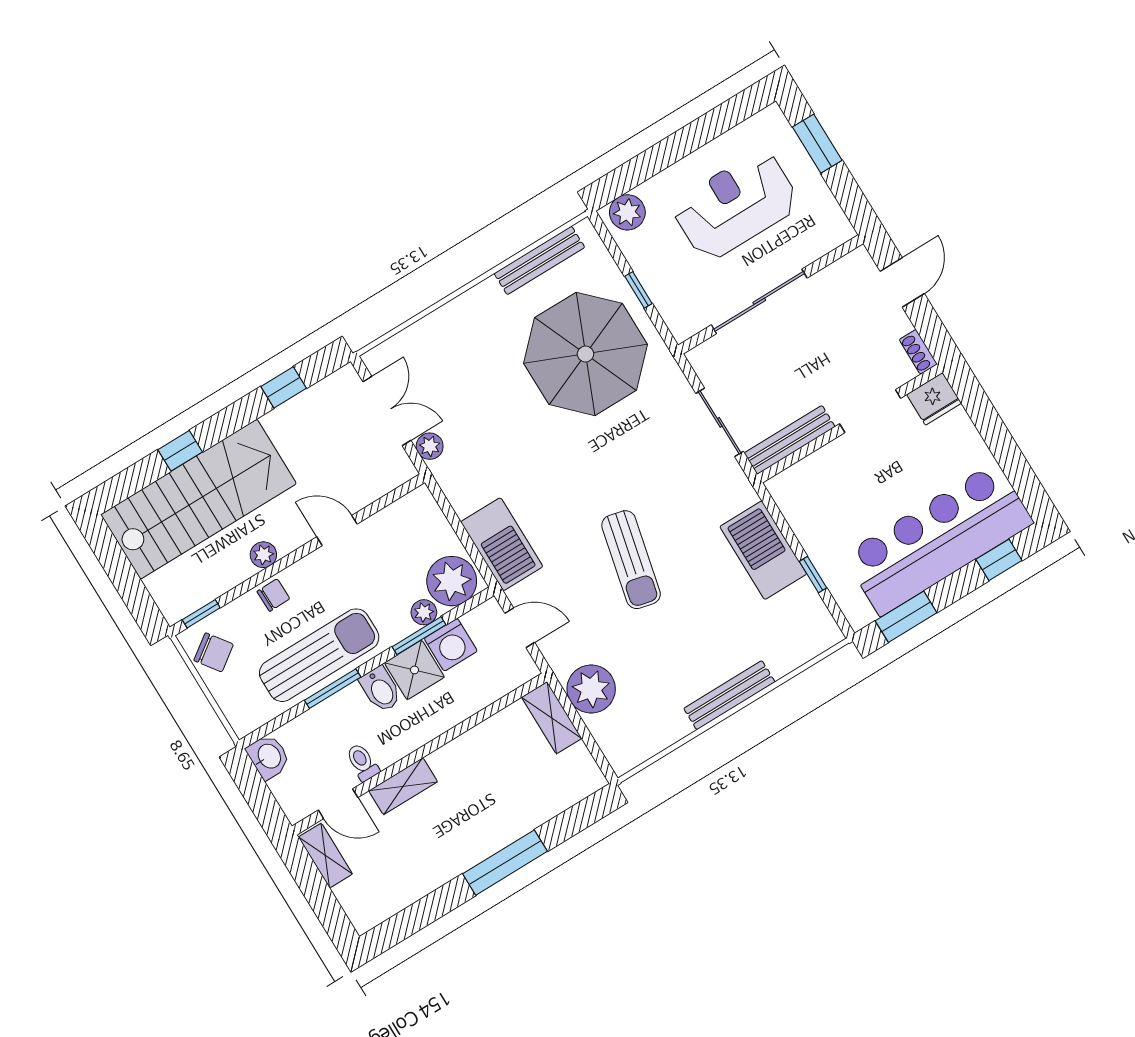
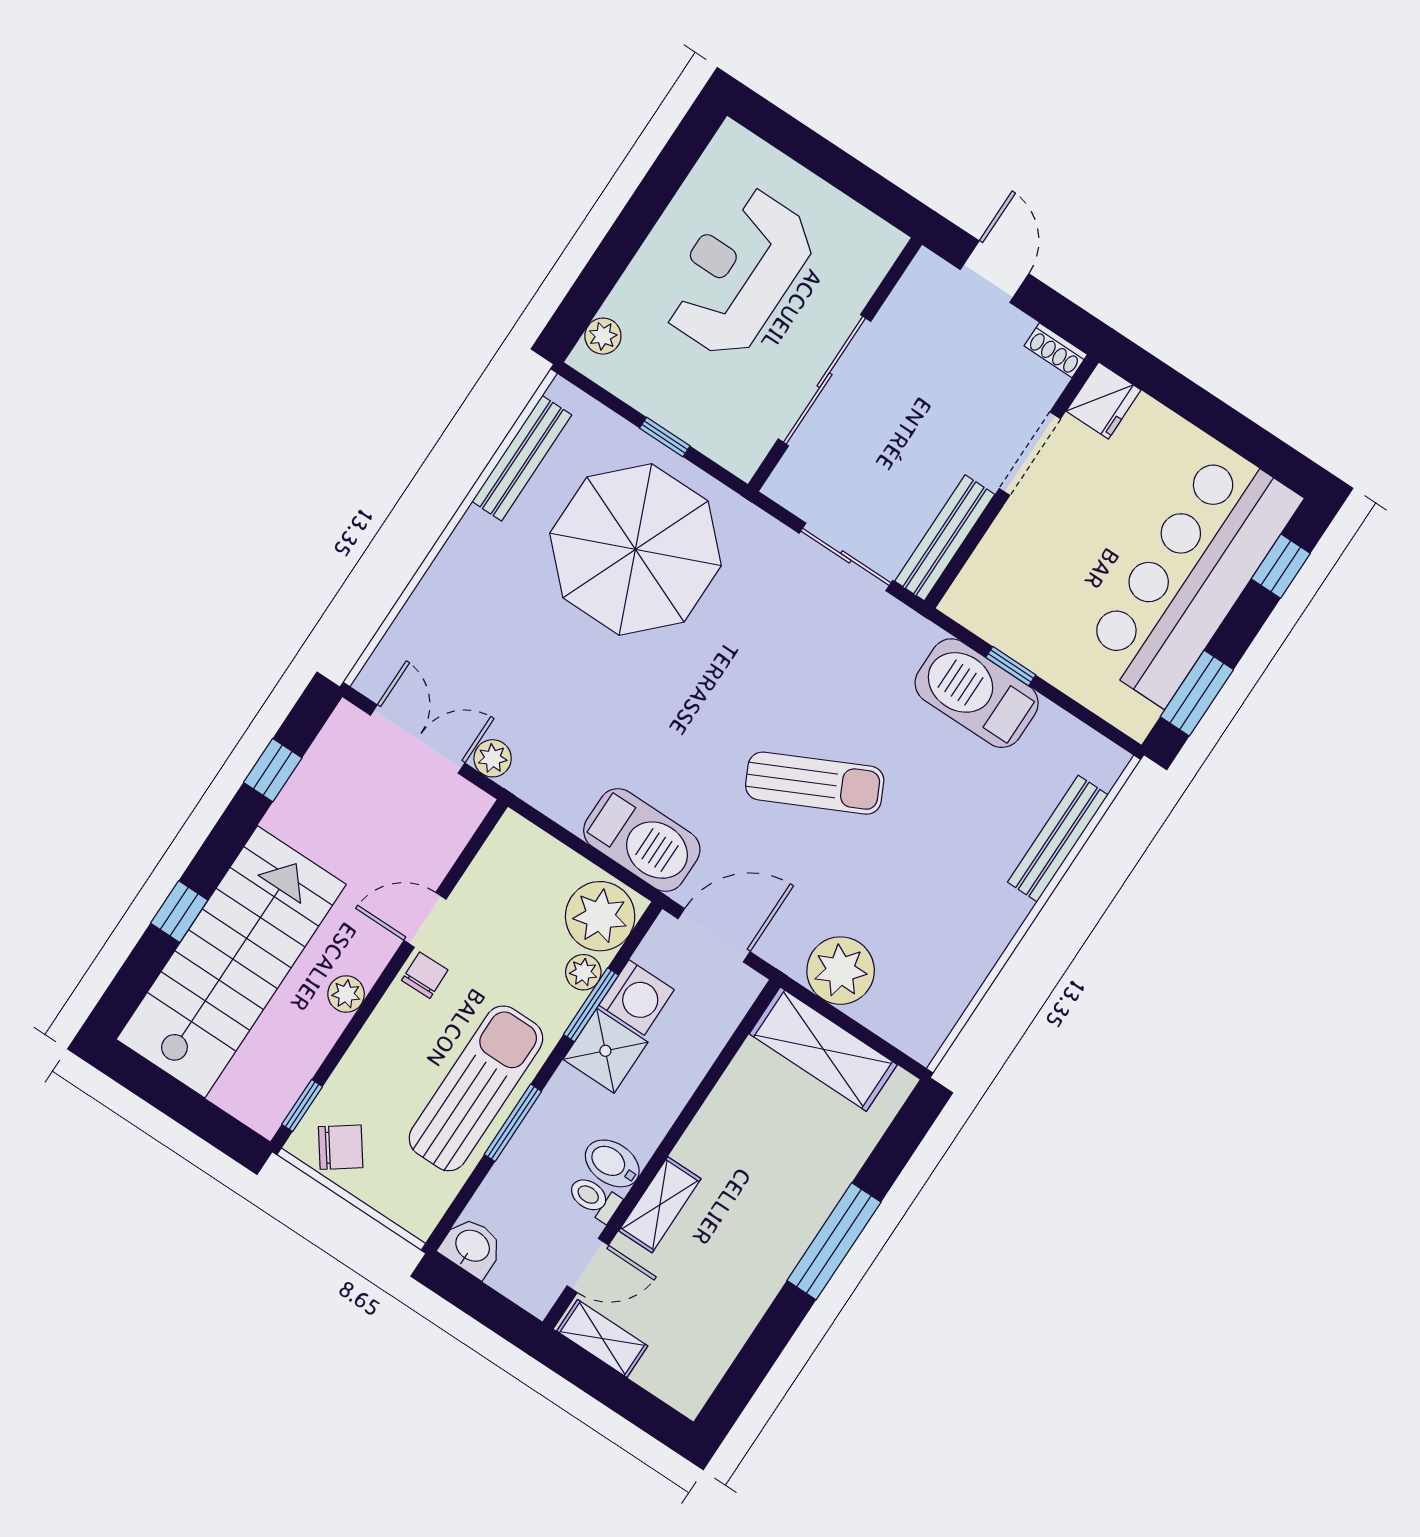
window: (817, 144) -> (805, 146), removed
plant: (627, 212) -> (603, 336), width x0.73, depth x0.73
sun lounger: (631, 560) -> (815, 783), turned -39
window: (813, 575) -> (1011, 666), moved
chair: (273, 595) -> (425, 975), moved
door: (520, 628) -> (714, 935), width x1.37
bidet: (381, 689) -> (612, 1163), moved, turned 180
bench: (729, 695) -> (1058, 839), moved
shelving: (552, 718) -> (823, 1049), width x1.50, depth x1.33

